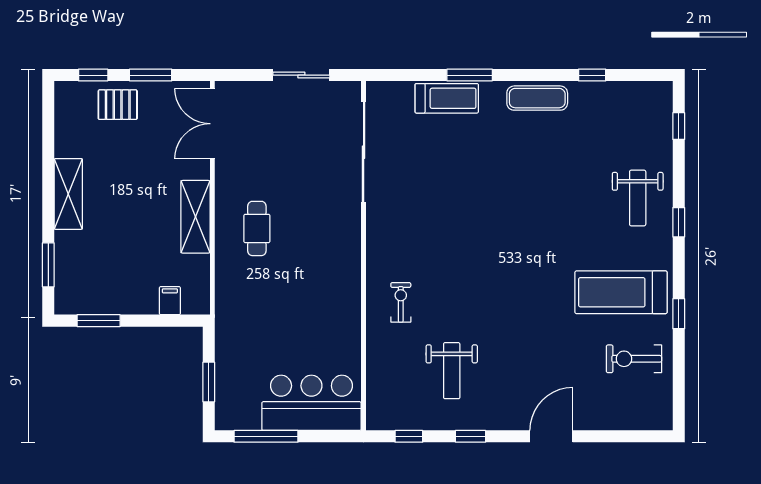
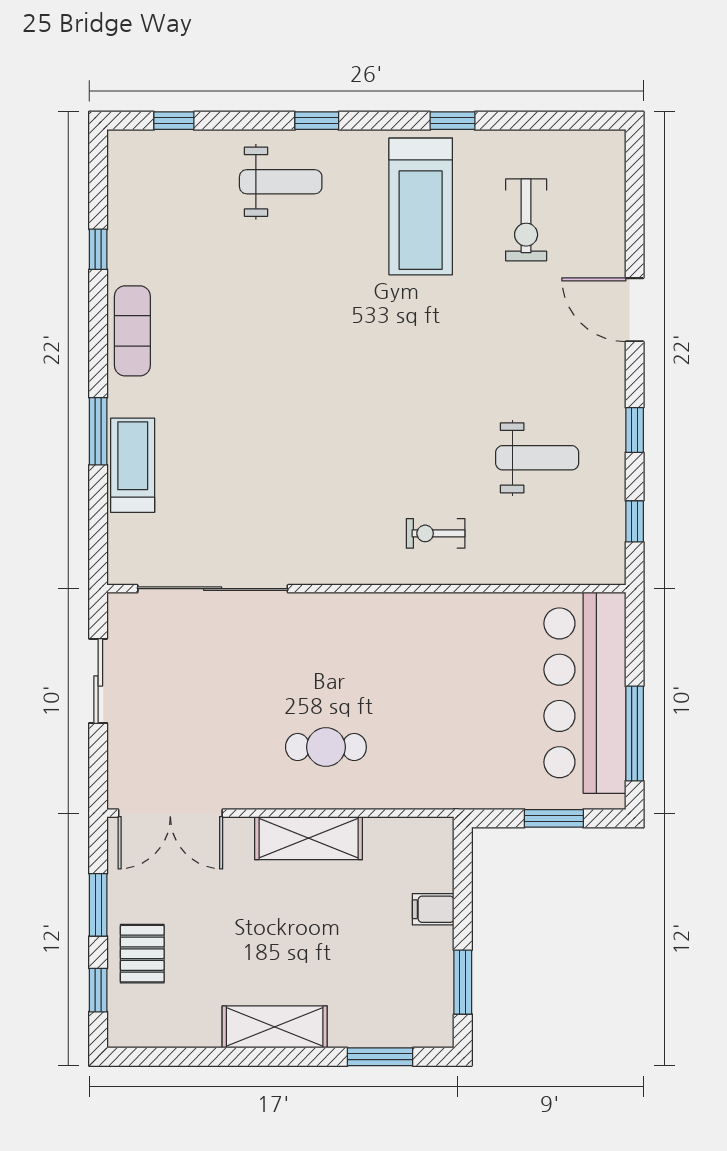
filing cabinet: (170, 301) -> (433, 909), moved
exercise bike: (634, 359) -> (526, 220), moved
bar counter: (311, 403) -> (585, 693), width x1.36

